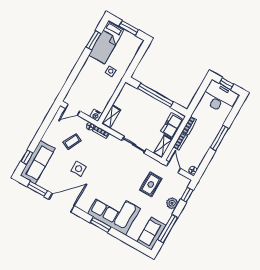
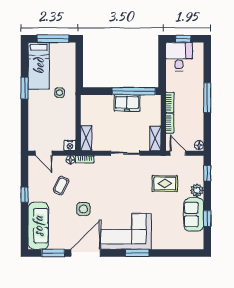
window: (129, 28) -> (53, 39), width x1.44
window: (93, 40) -> (25, 88), moved
window: (155, 95) -> (134, 91), moved
desk: (219, 97) -> (179, 57), width x0.73
door: (73, 110) -> (44, 153), hinge flipped
freezer: (172, 126) -> (127, 103), moved, turned -90
window: (27, 157) -> (25, 195), moved
rug: (151, 184) -> (165, 184), turned 90
corner sofa: (114, 211) -> (126, 231), moved
window: (168, 229) -> (207, 218), width x0.46
sofa: (151, 234) -> (194, 215), moved

